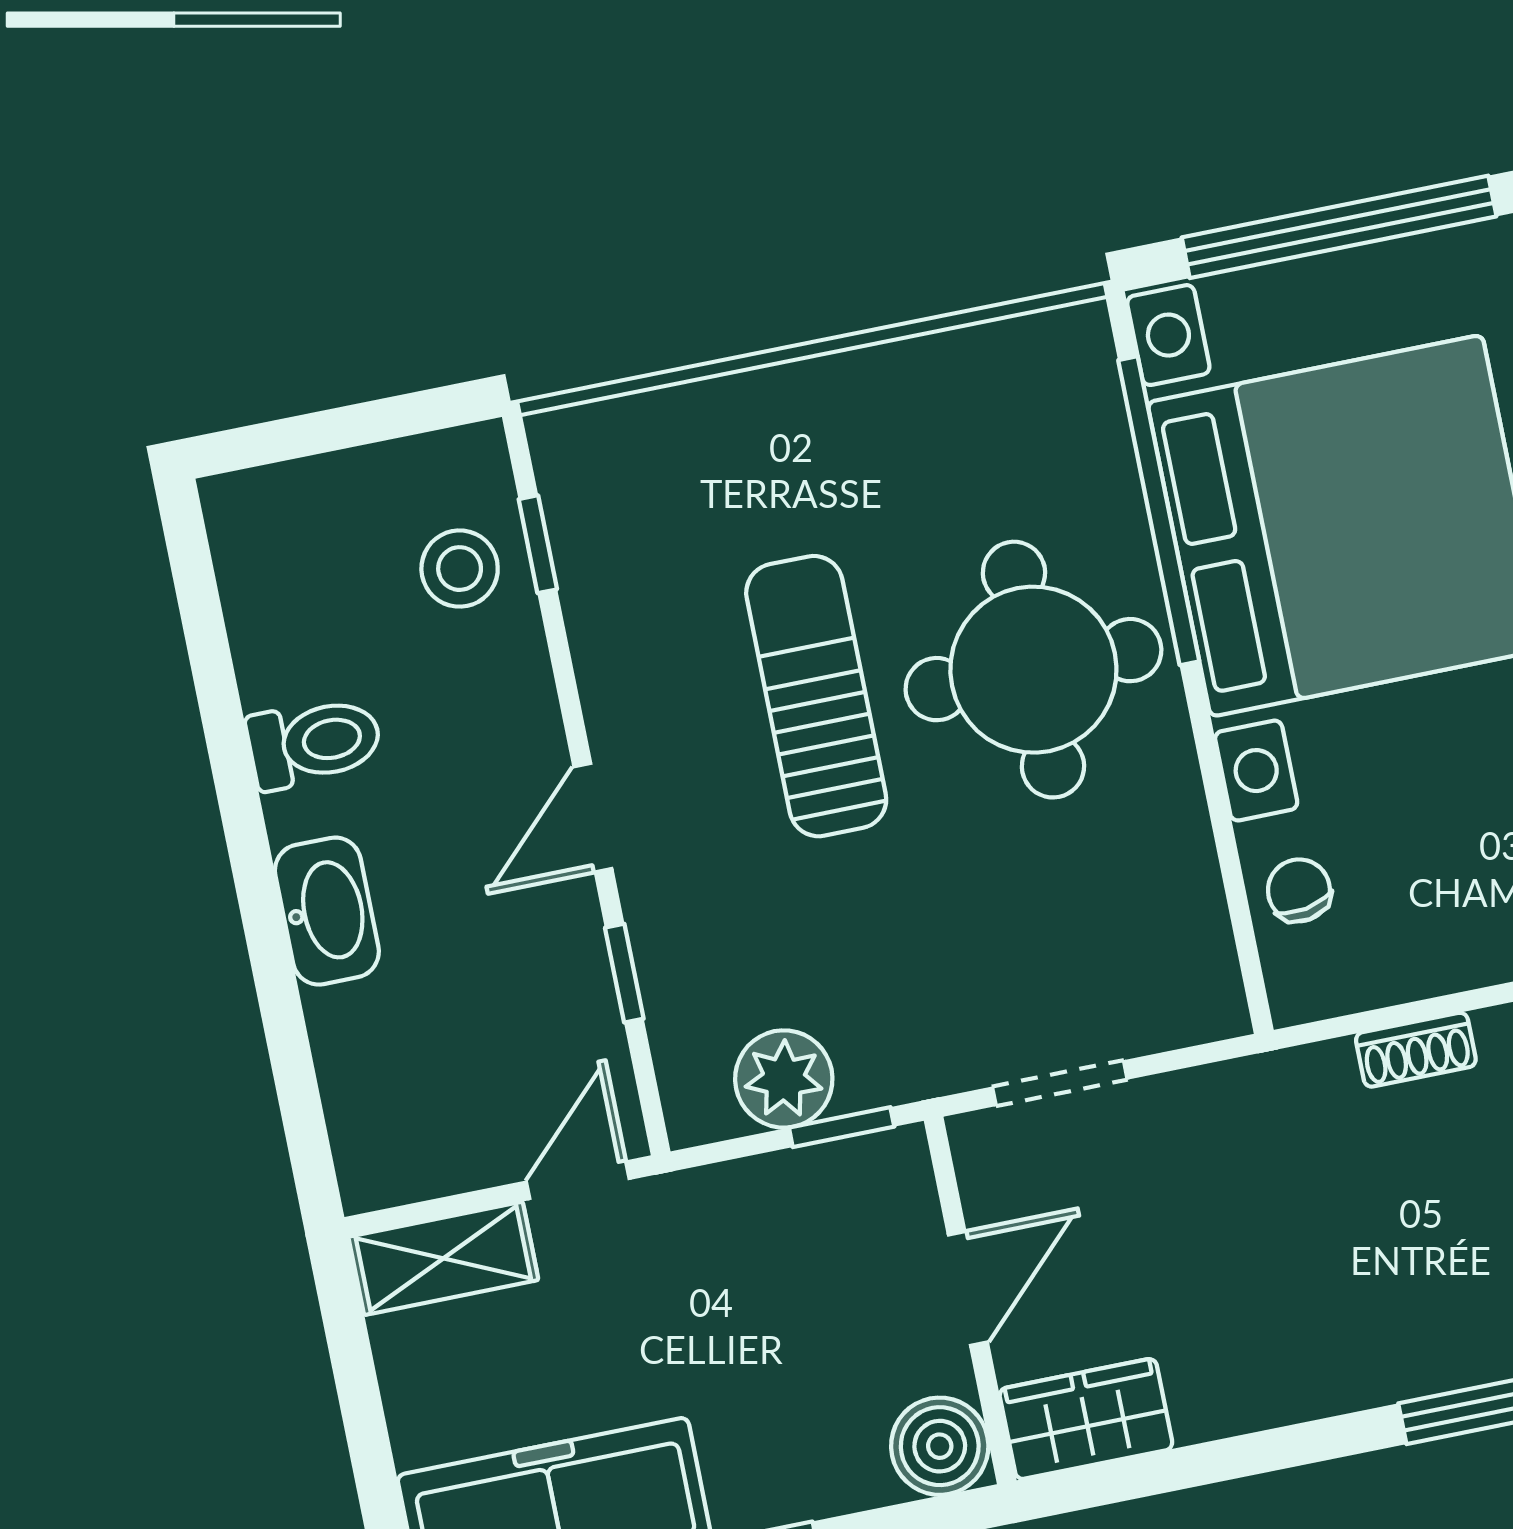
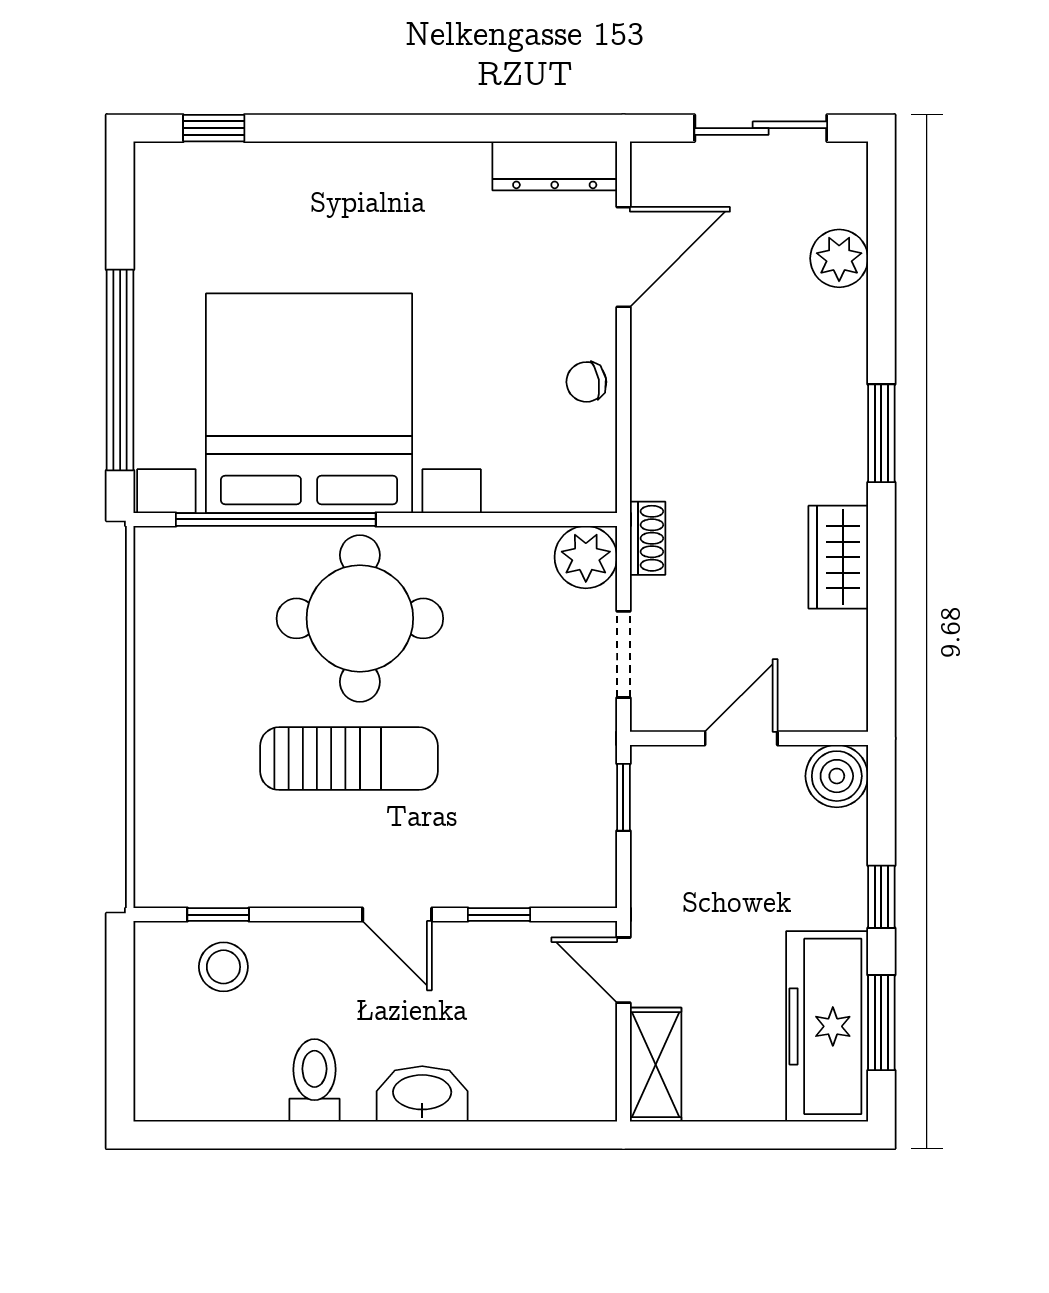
sun lounger: (816, 696) -> (349, 759), turned 180
chair: (1299, 890) -> (586, 382), moved
shoe rack: (1416, 1050) -> (648, 538), moved
plant: (784, 1079) -> (586, 557), moved
door: (968, 1288) -> (741, 738), hinge flipped
wardrobe: (1086, 1419) -> (838, 557), moved

